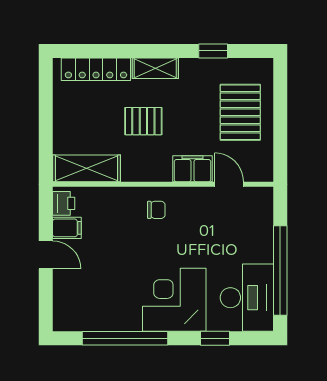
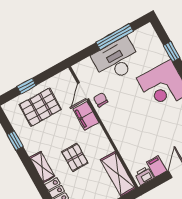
window: (280, 110) -> (27, 86), added
chair: (156, 210) -> (101, 100), moved
window: (280, 270) -> (115, 37), width x0.68
desk: (247, 298) -> (116, 60), moved

